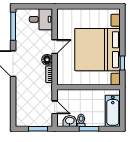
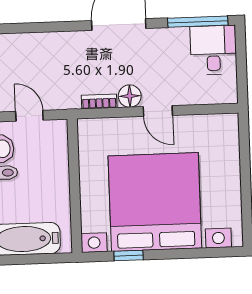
desk: (41, 19) -> (213, 50), moved, turned 180
door: (55, 107) -> (29, 116), swing flipped

